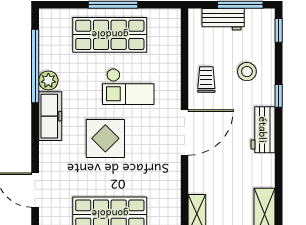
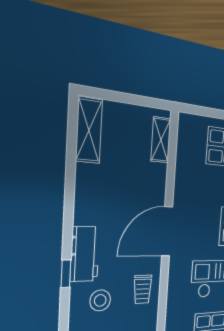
workbench: (263, 130) -> (85, 254), moved

